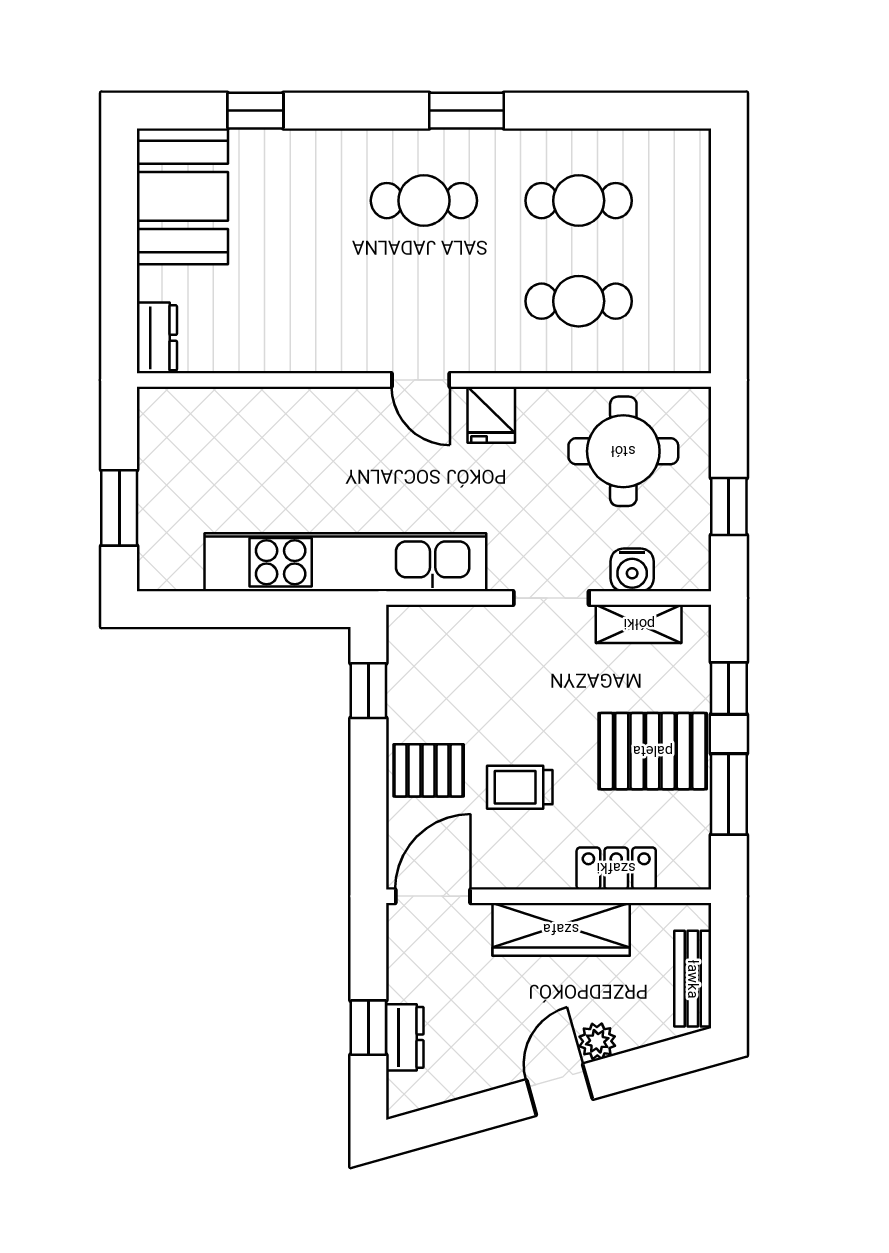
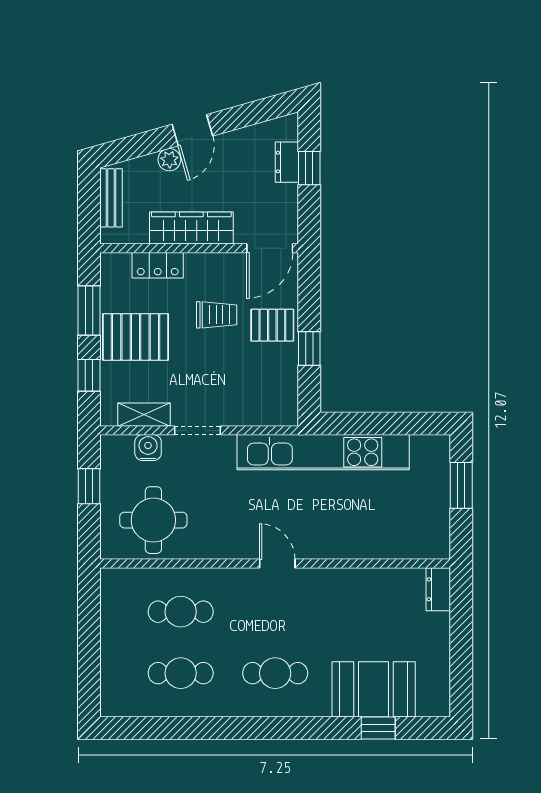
window: (467, 111) -> (249, 728), removed
booth: (182, 196) -> (374, 689), moved, turned 90
fridge: (491, 415) -> (234, 542), removed
window: (368, 691) -> (309, 349), moved

